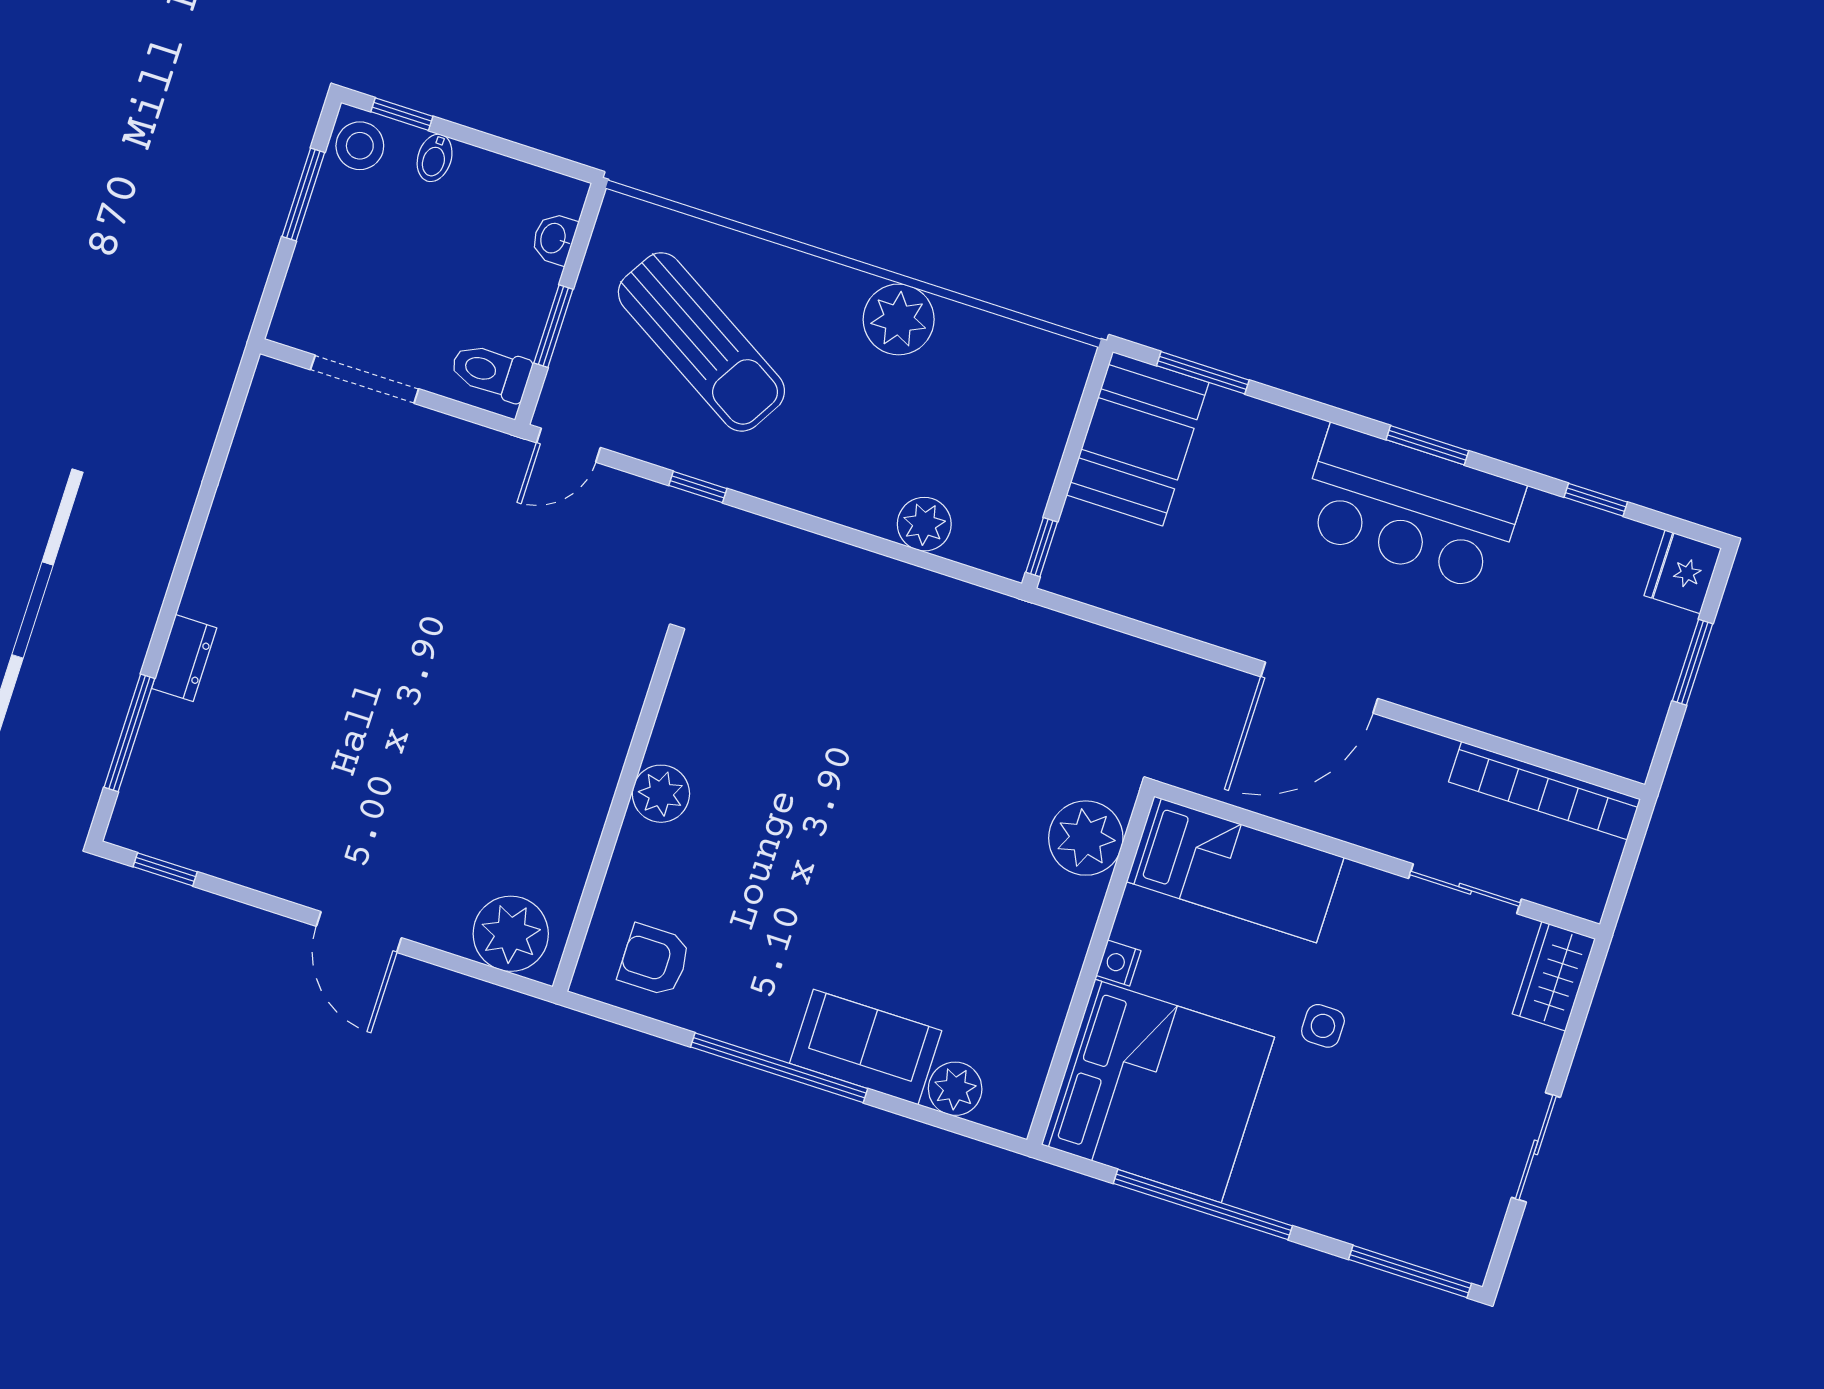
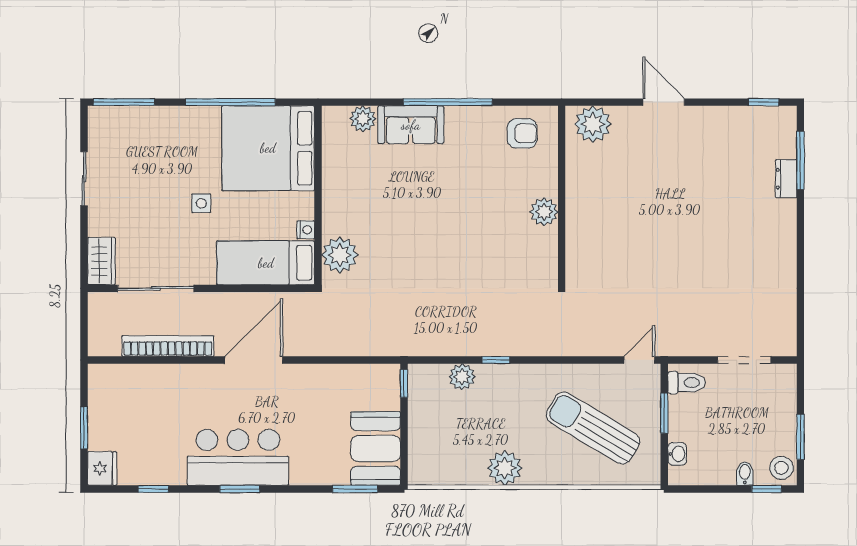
window: (698, 487) -> (496, 360), moved
dresser: (184, 658) -> (786, 179), moved
bookcase: (1545, 791) -> (168, 346), moved
sliding door: (1465, 889) -> (156, 288), width x1.37
nightstand: (1118, 963) -> (306, 230), moved

